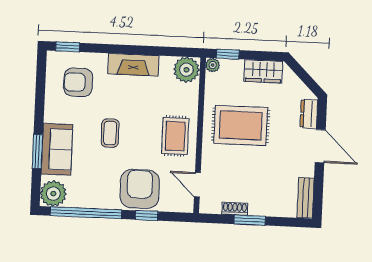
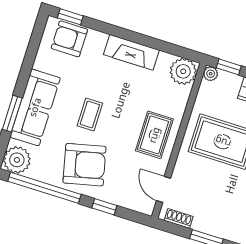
armchair: (78, 82) -> (69, 39), moved
sofa: (57, 149) -> (35, 107), width x1.36
armchair: (140, 189) -> (84, 165), moved, turned 77
shoe rack: (235, 209) -> (179, 218), moved

